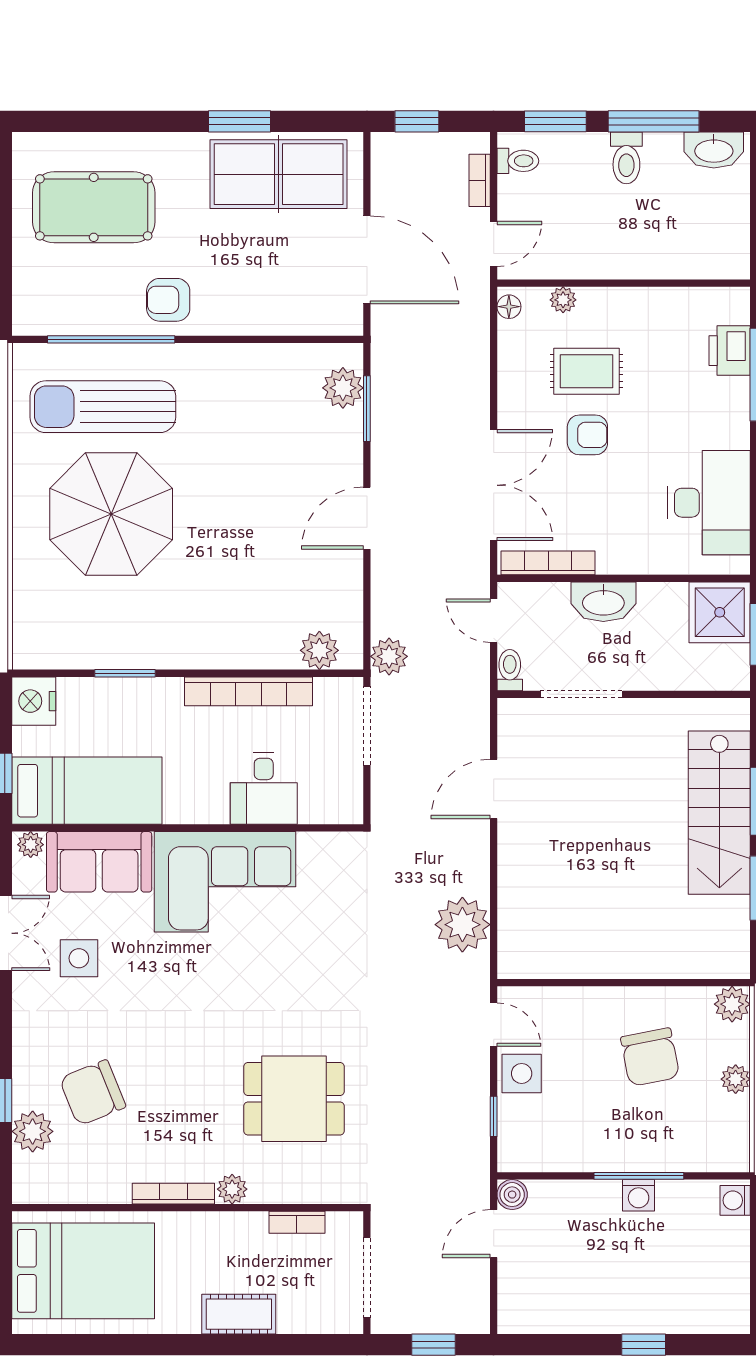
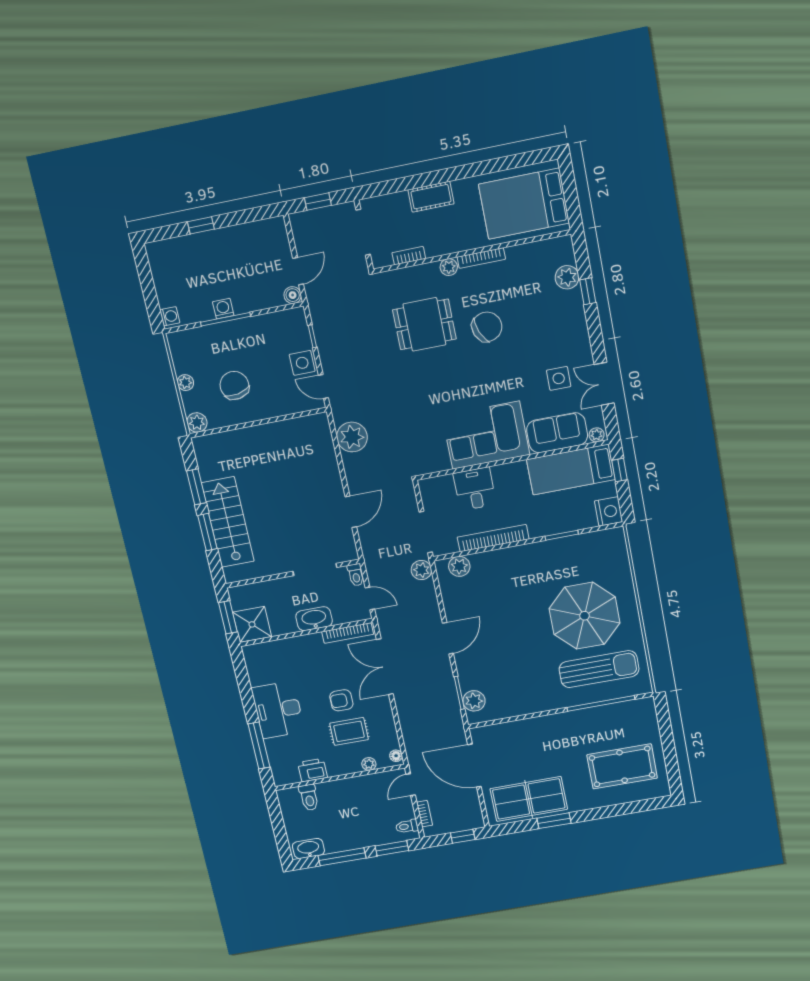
toilet: (626, 158) -> (309, 797), moved, turned 180
armchair: (168, 300) -> (574, 728), removed
printer: (730, 351) -> (313, 770), moved, turned -90
desk: (709, 503) -> (278, 710), moved
chair: (93, 1093) -> (487, 327), moved

